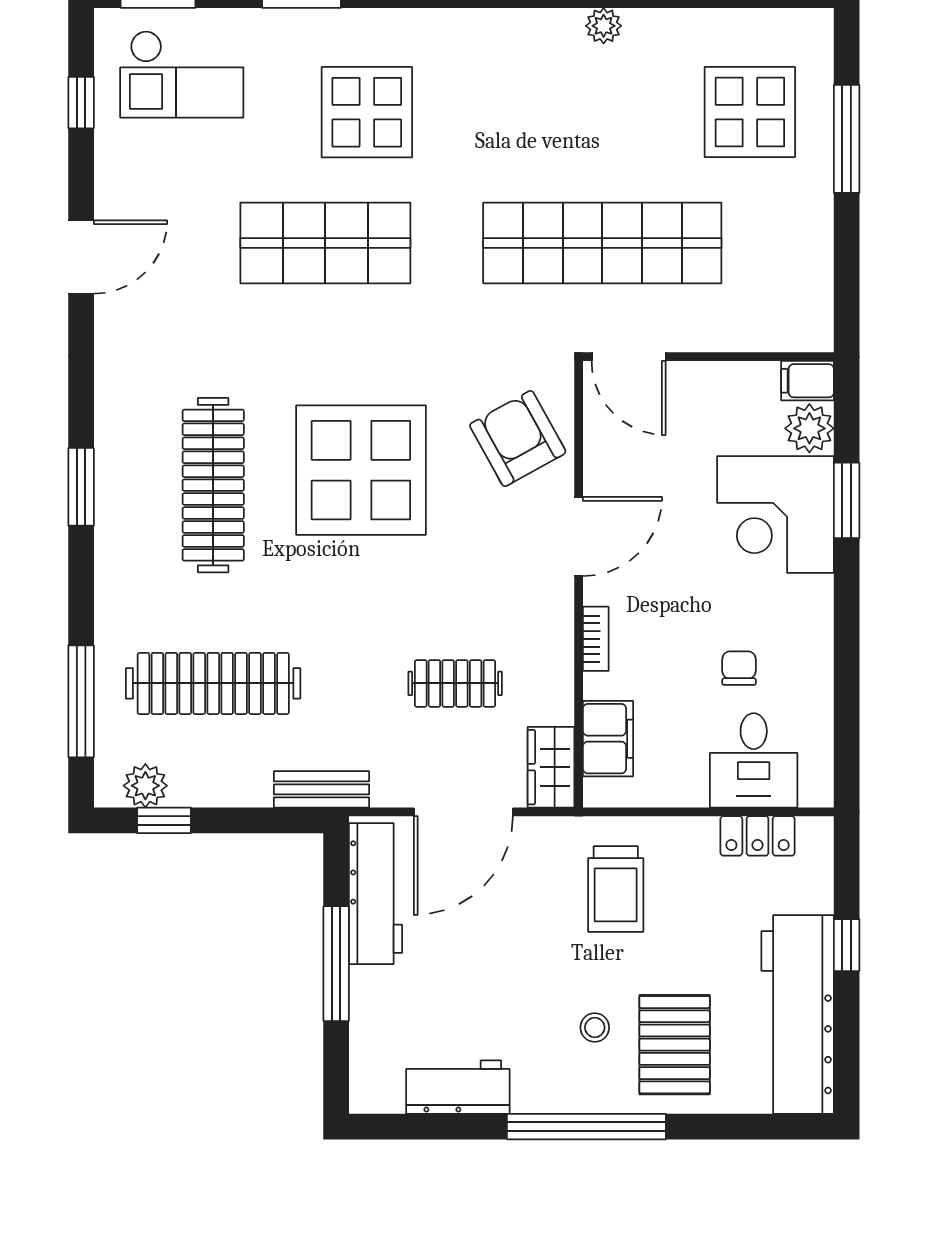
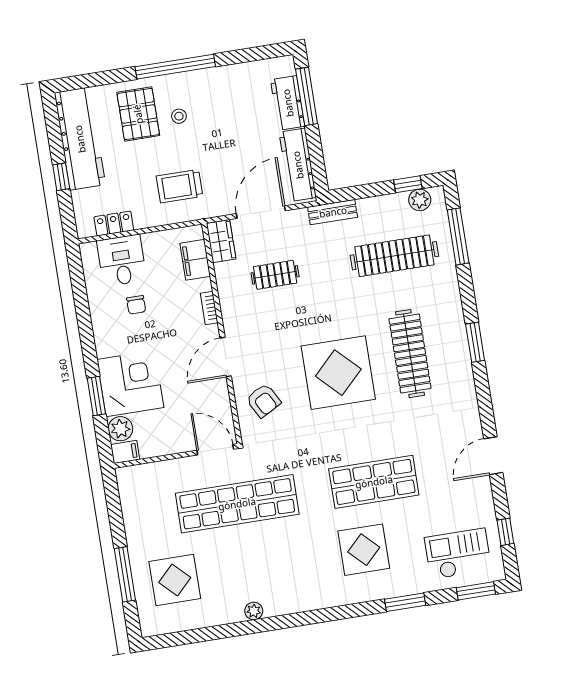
armchair: (518, 439) -> (263, 401), width x0.72, depth x0.72
trolley: (616, 889) -> (180, 186), turned -90
window: (336, 964) -> (307, 96), moved
workbench: (458, 1087) -> (288, 103), moved, turned 90

